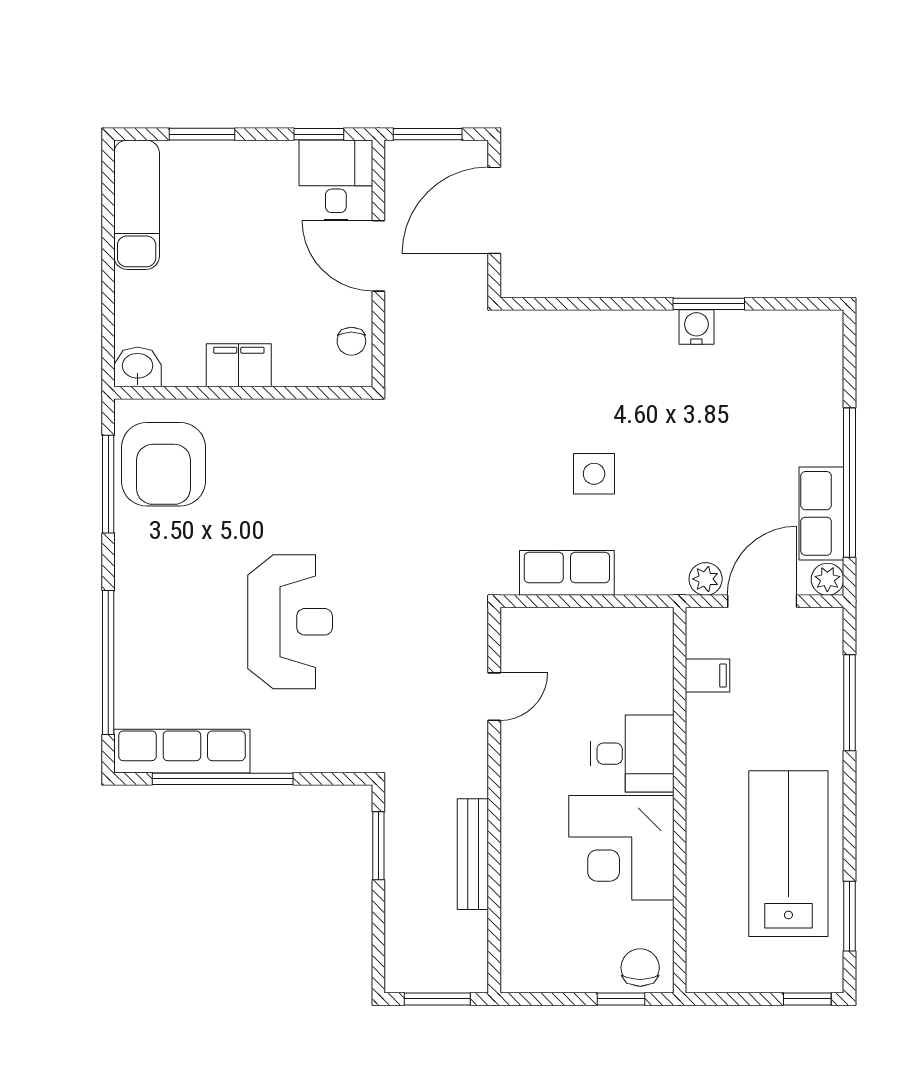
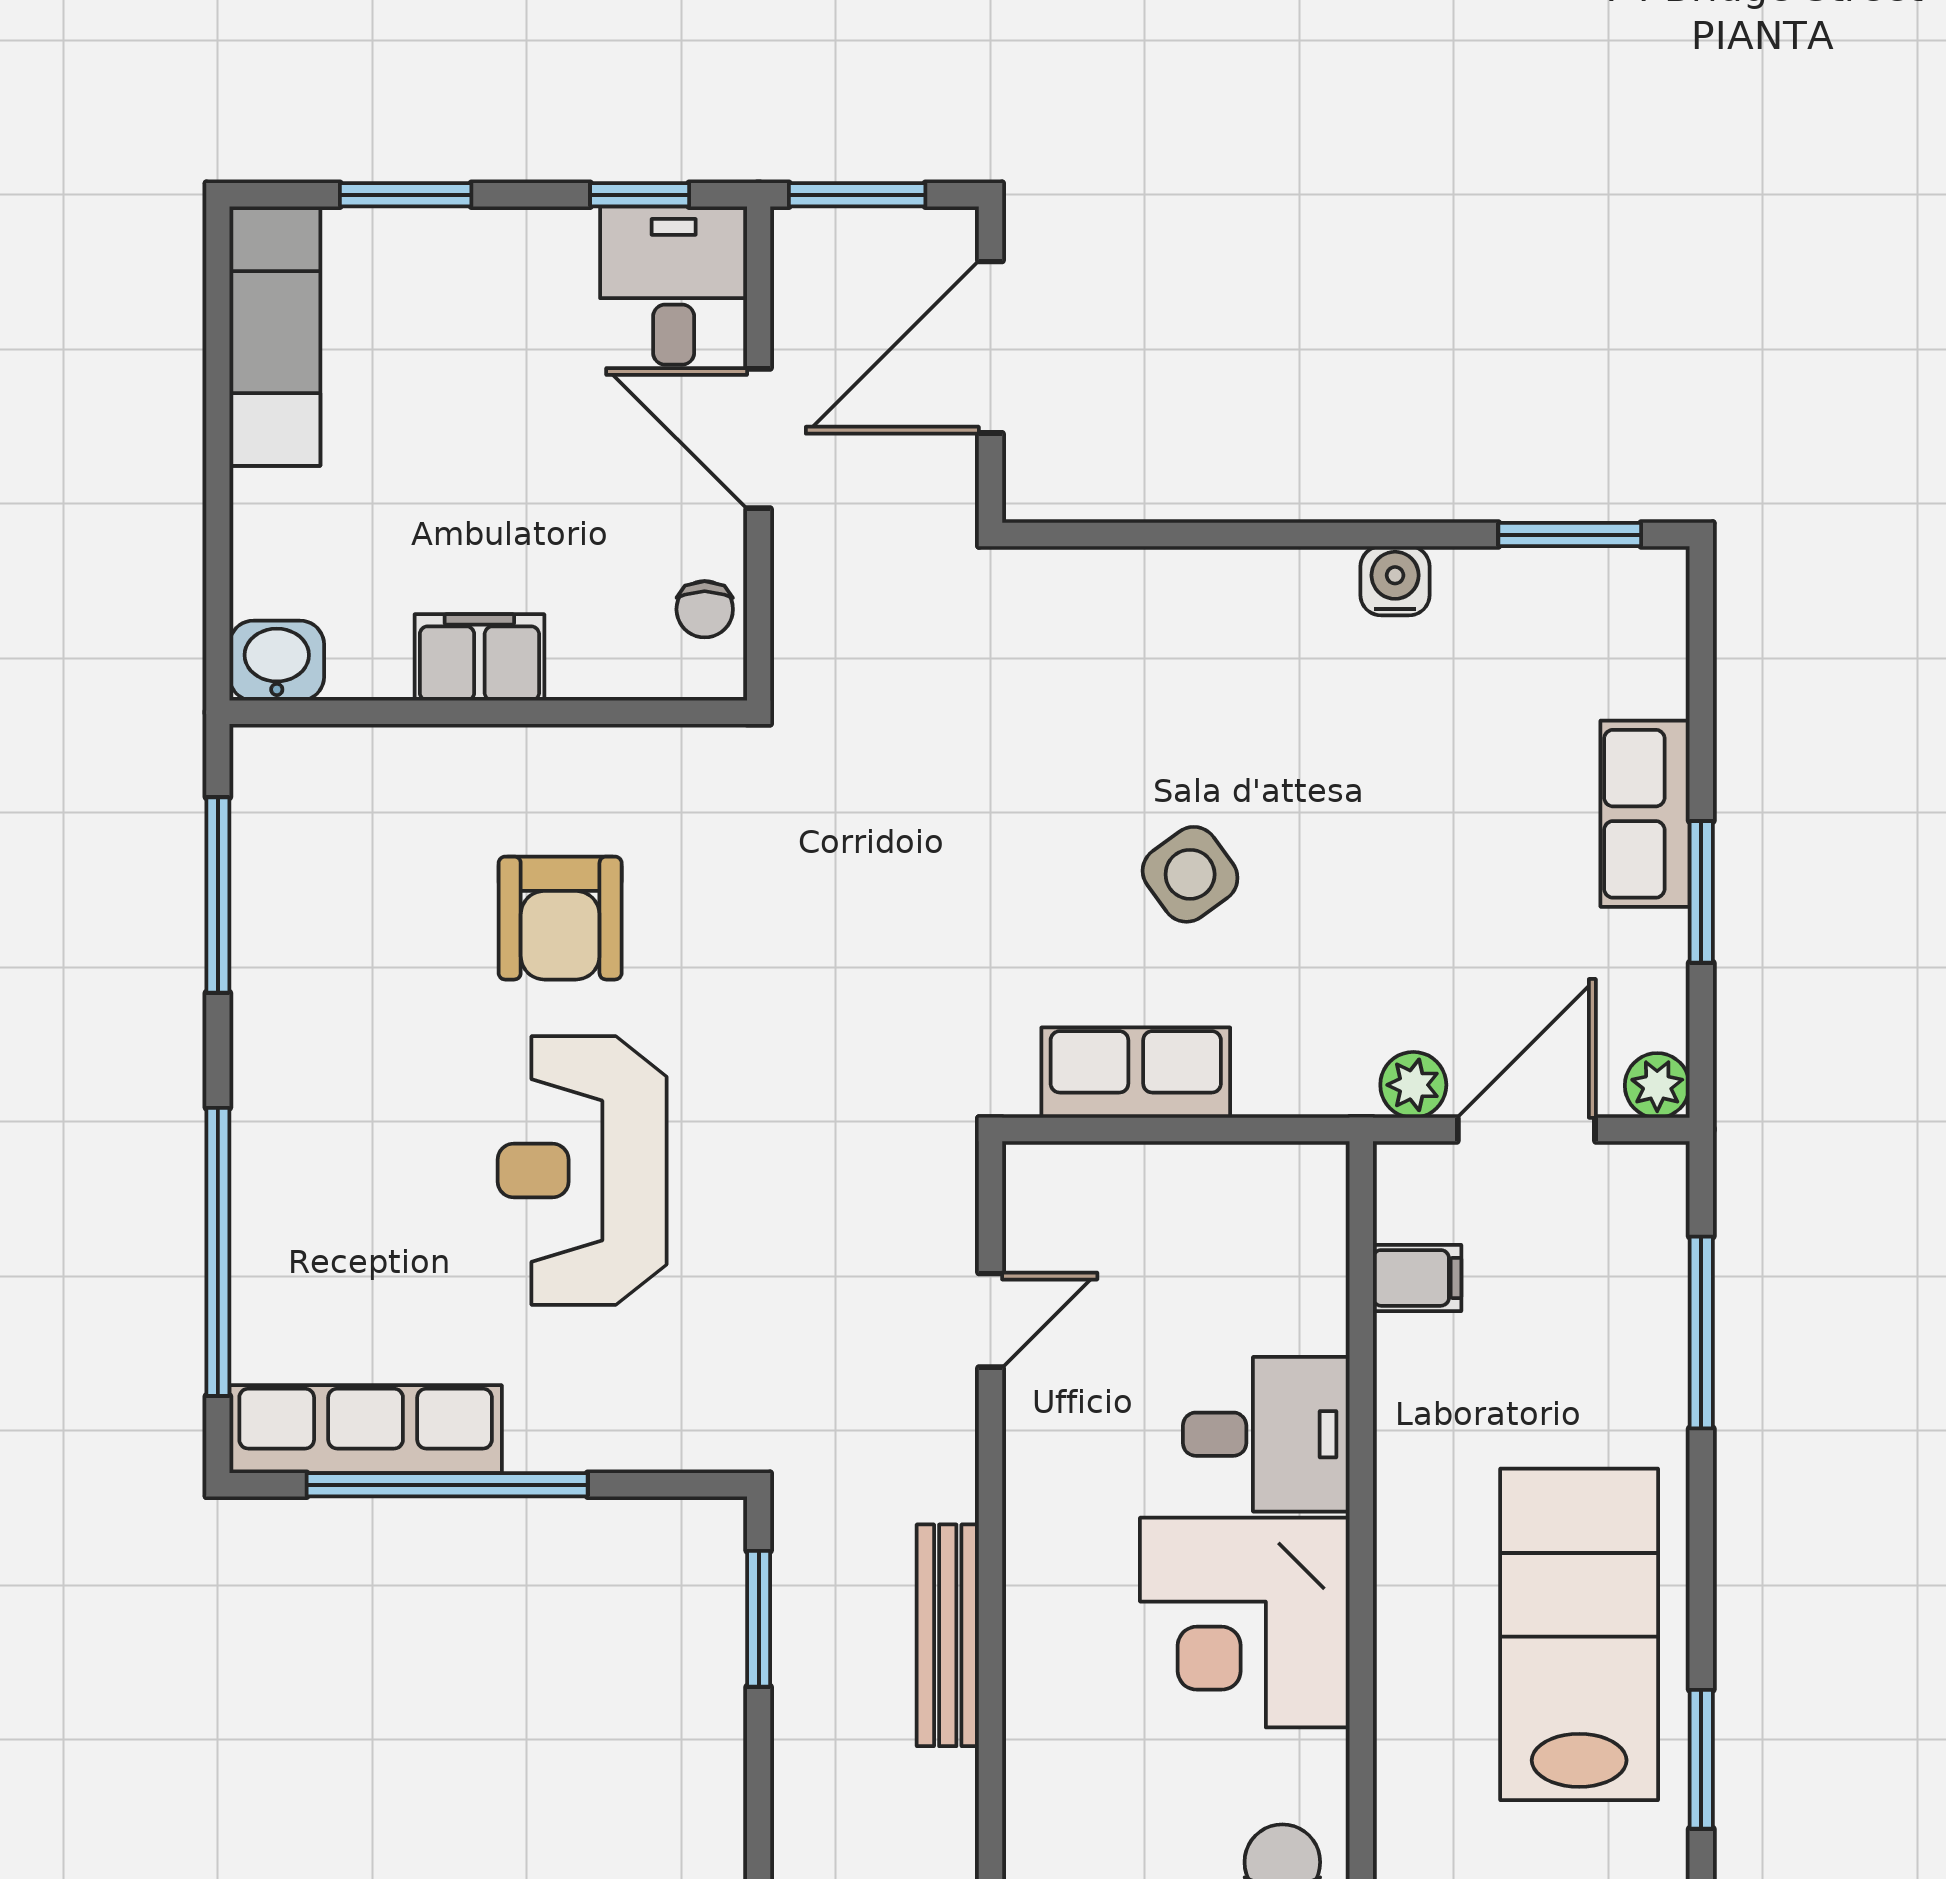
window: (709, 304) -> (1570, 535), moved
armchair: (163, 464) -> (560, 918), moved, width x0.73, depth x0.73
side table: (594, 474) -> (1190, 874), turned -36
window: (849, 483) -> (1701, 892), width x0.47
row of seats: (821, 513) -> (1645, 814), moved
reception desk: (290, 622) -> (582, 1171), turned 180

